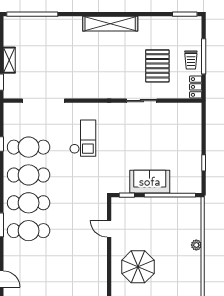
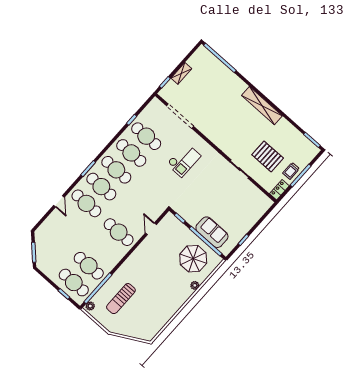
pallet: (157, 66) -> (268, 156), turned 90
sofa: (150, 182) -> (212, 232), moved
cafe table: (29, 258) -> (86, 203), added
cafe table: (82, 258) -> (119, 232), added
parasol: (138, 267) -> (193, 259), moved

